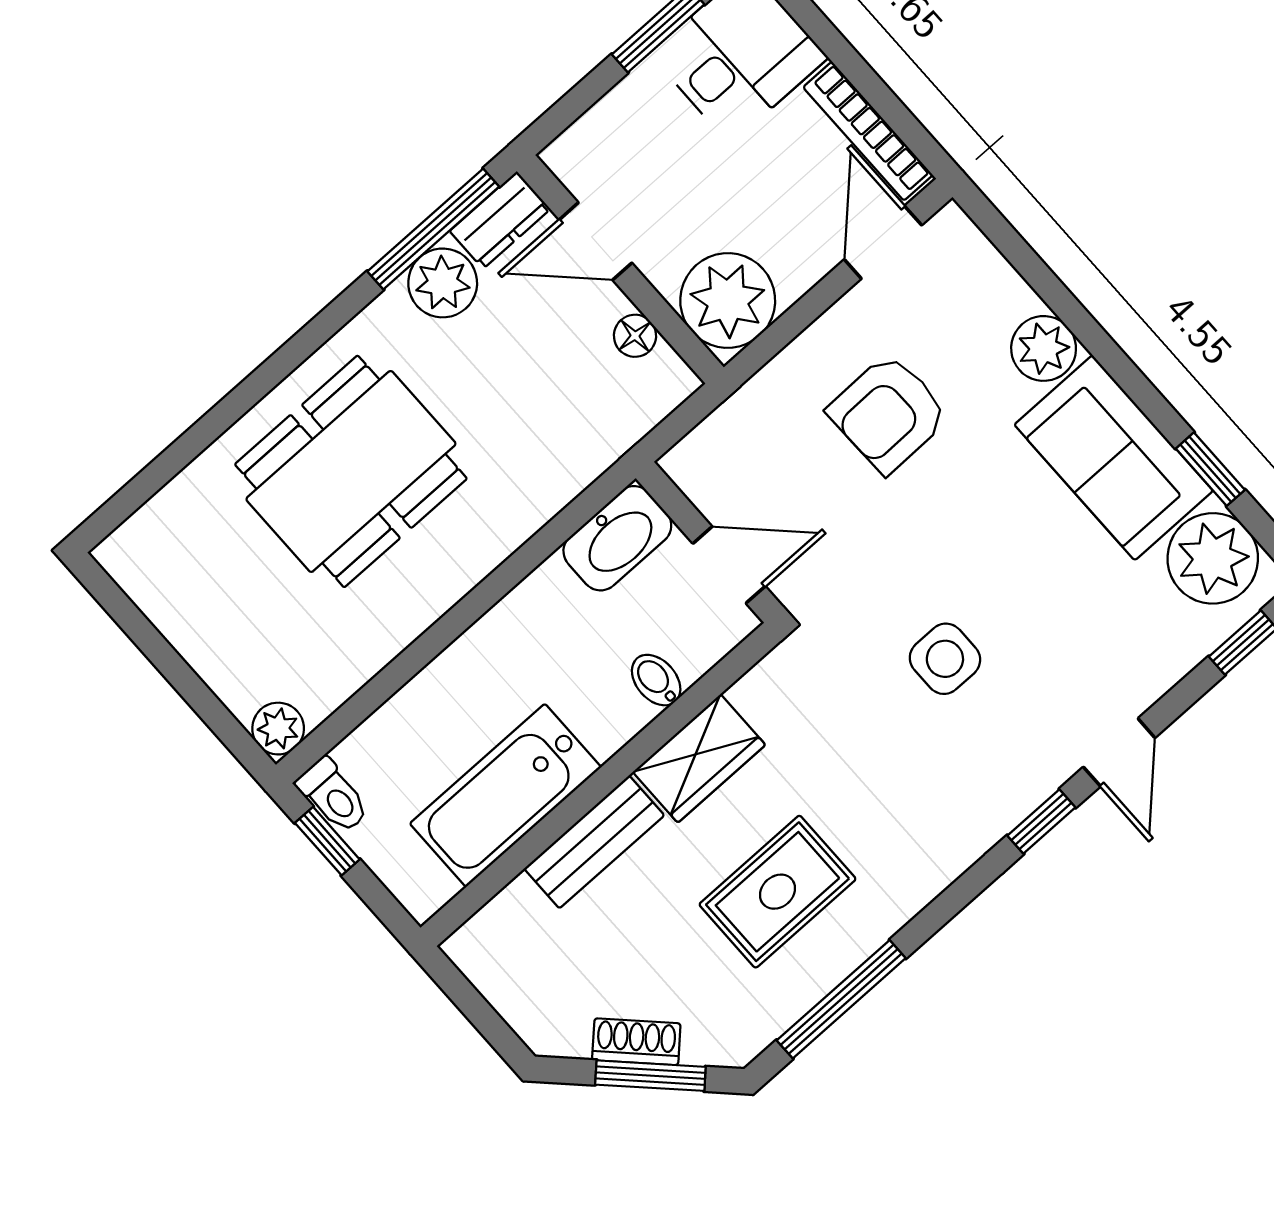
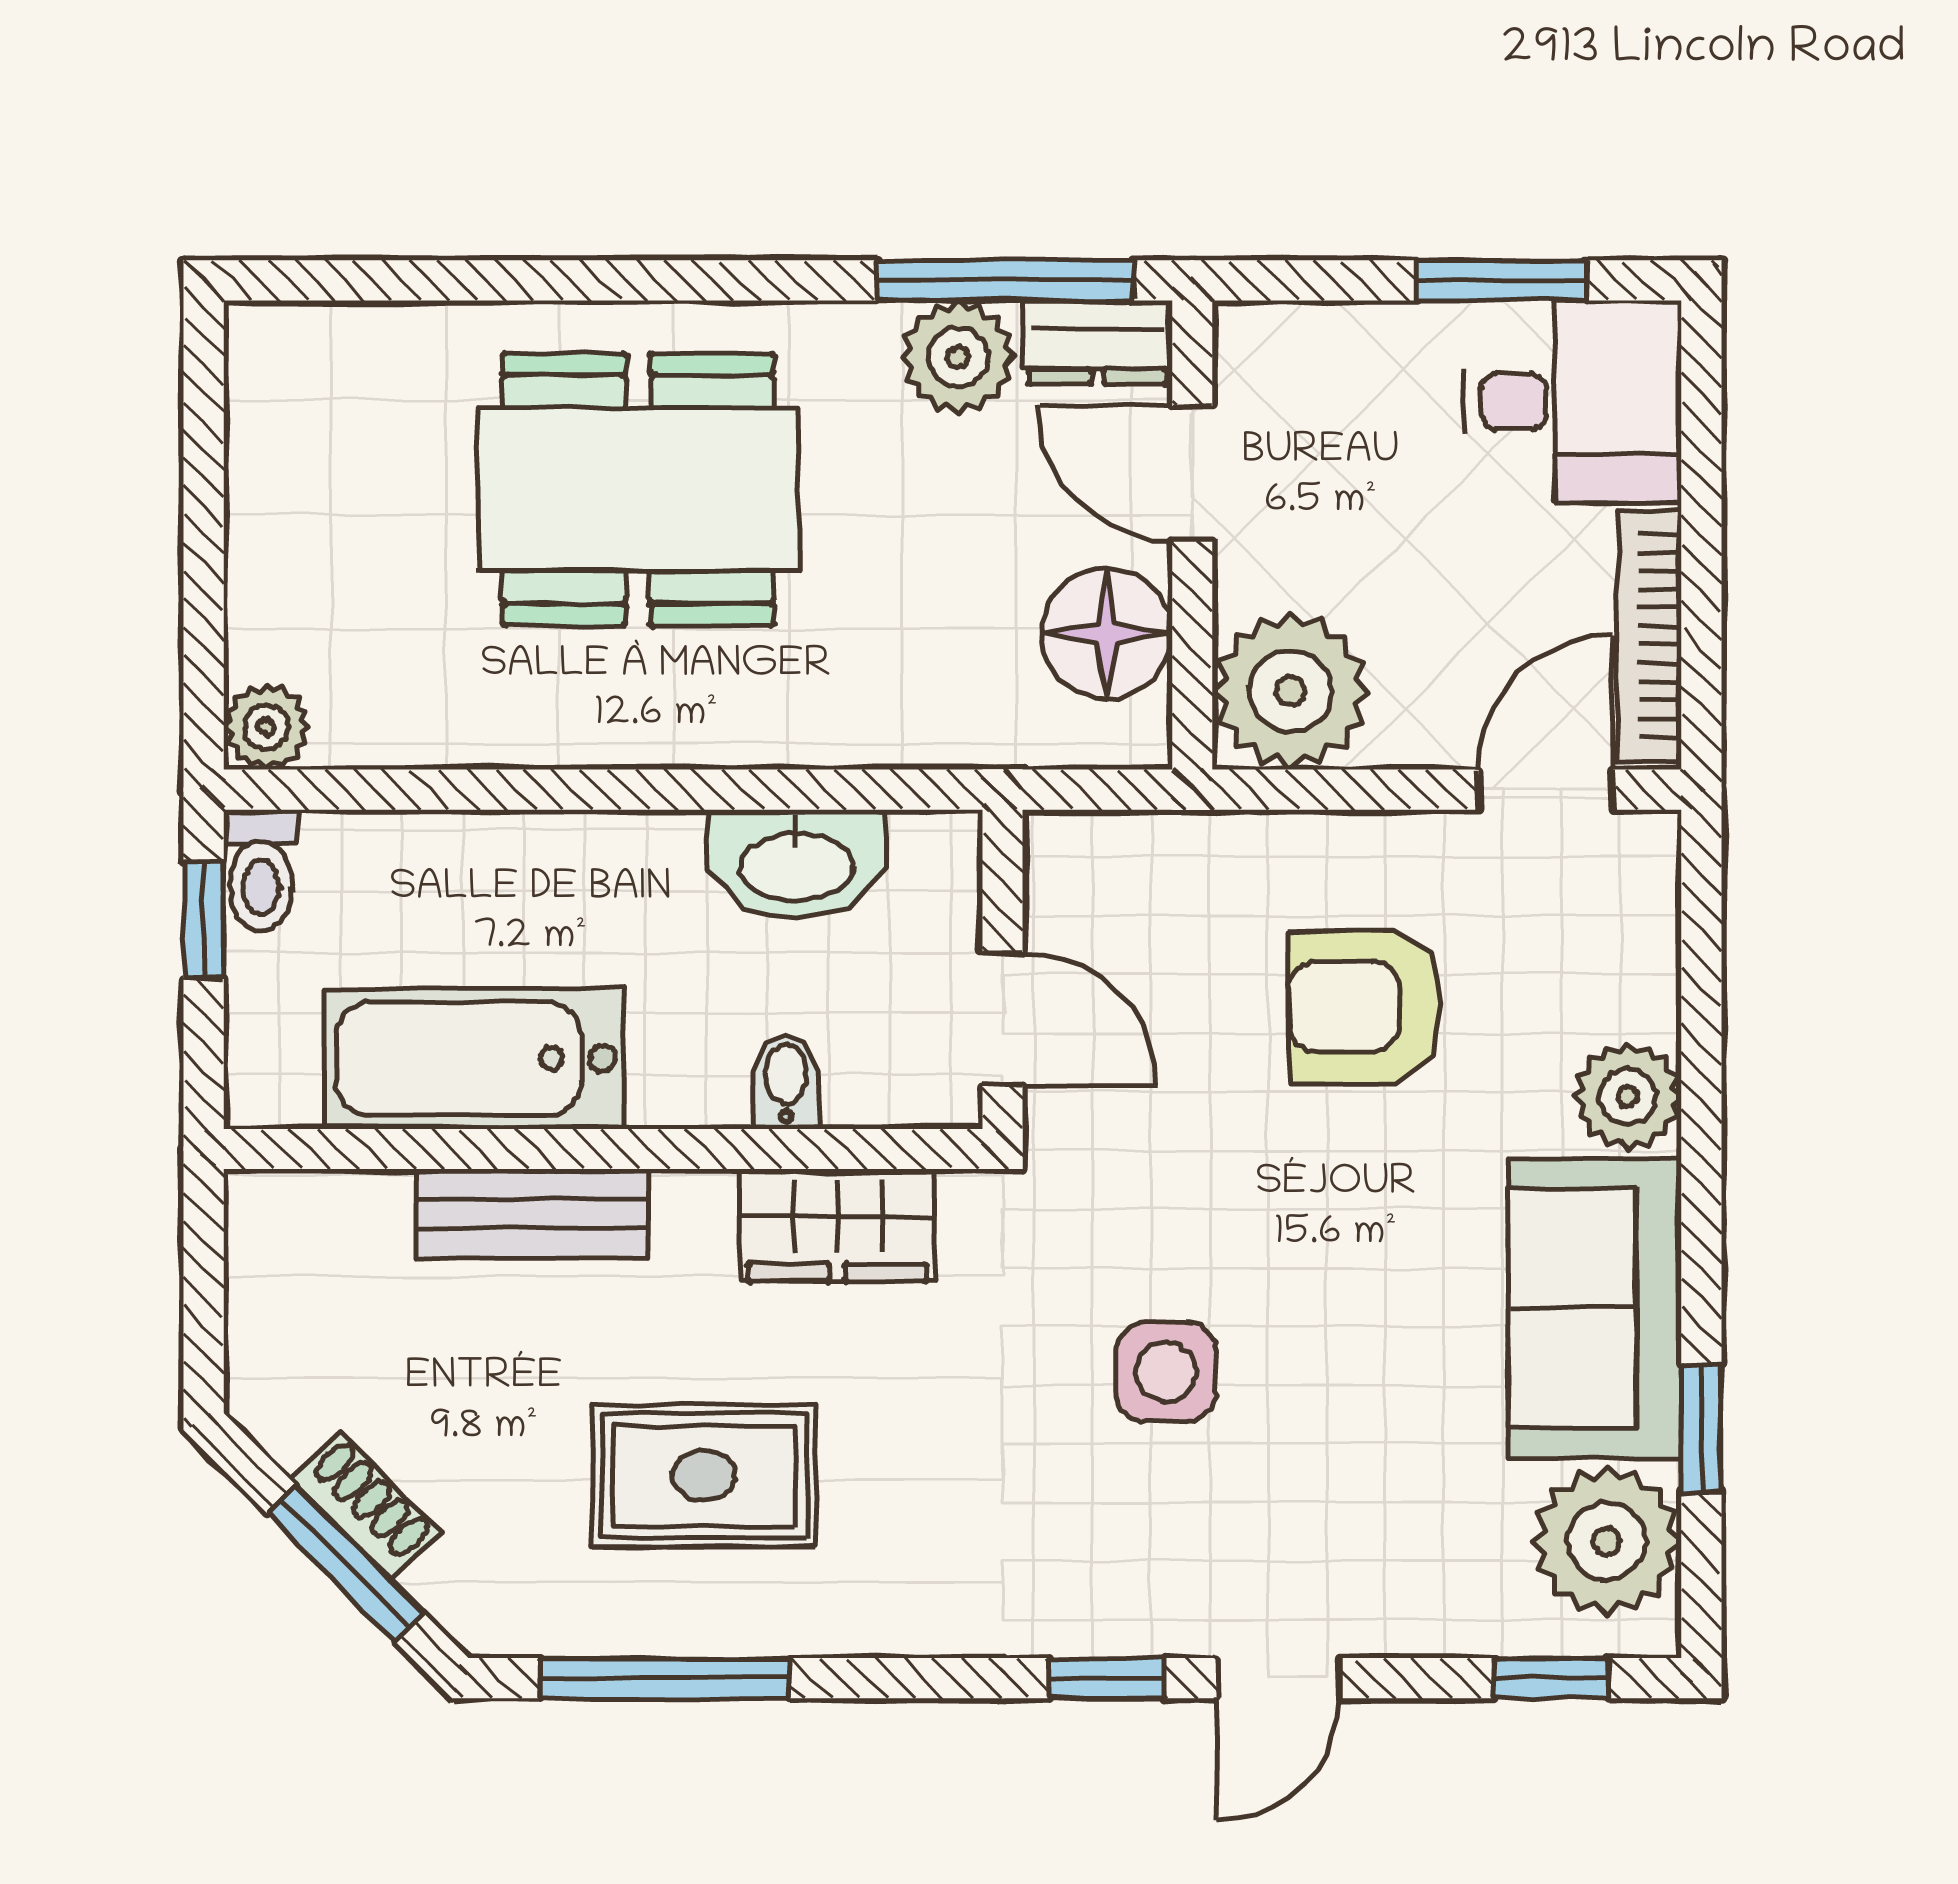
floor lamp: (635, 336) -> (1107, 633), width x1.89, depth x1.89
washbasin: (617, 538) -> (796, 864), moved
wardrobe: (699, 758) -> (837, 1225), moved

